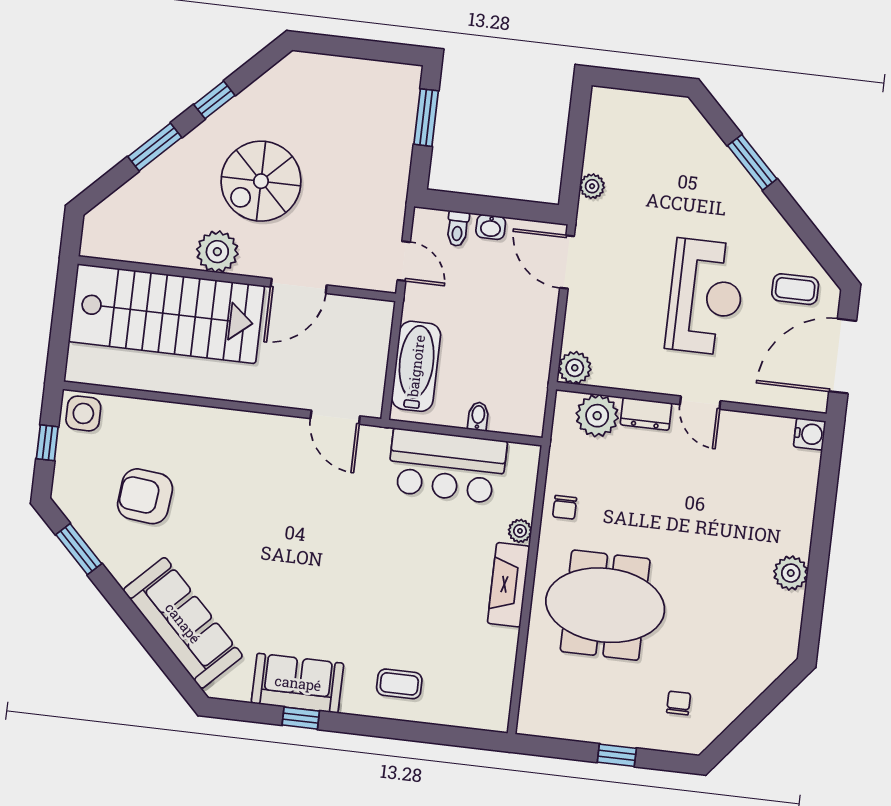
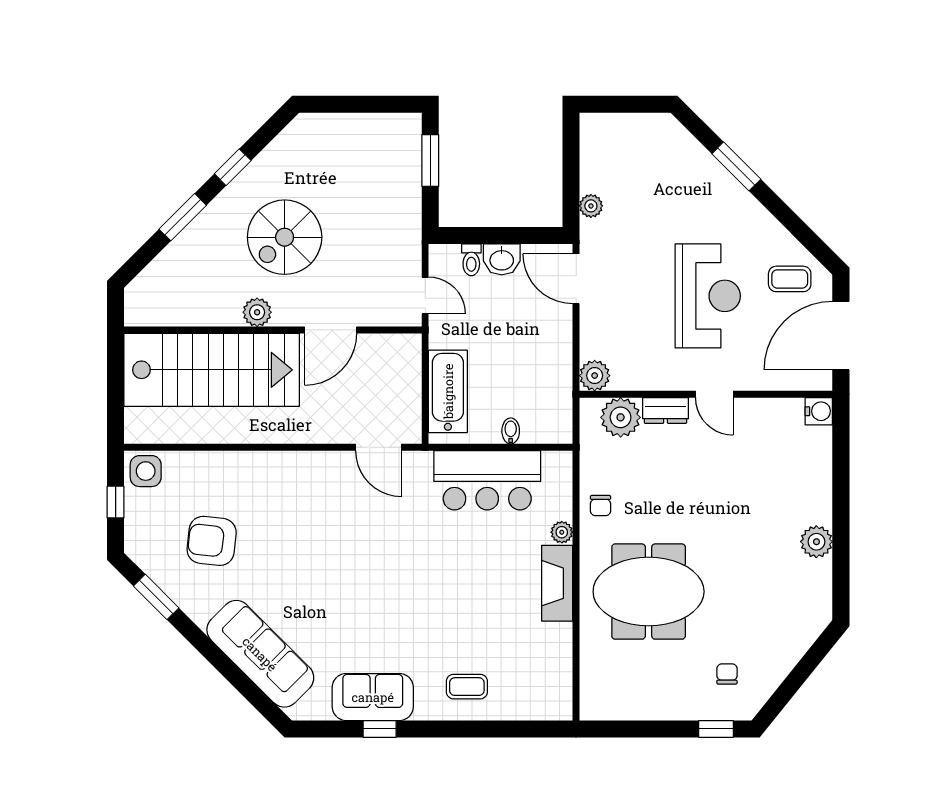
washbasin: (491, 227) -> (502, 259), width x1.38, depth x1.45
plant: (217, 252) -> (257, 312), width x0.73, depth x0.73
window: (617, 755) -> (716, 729), moved

